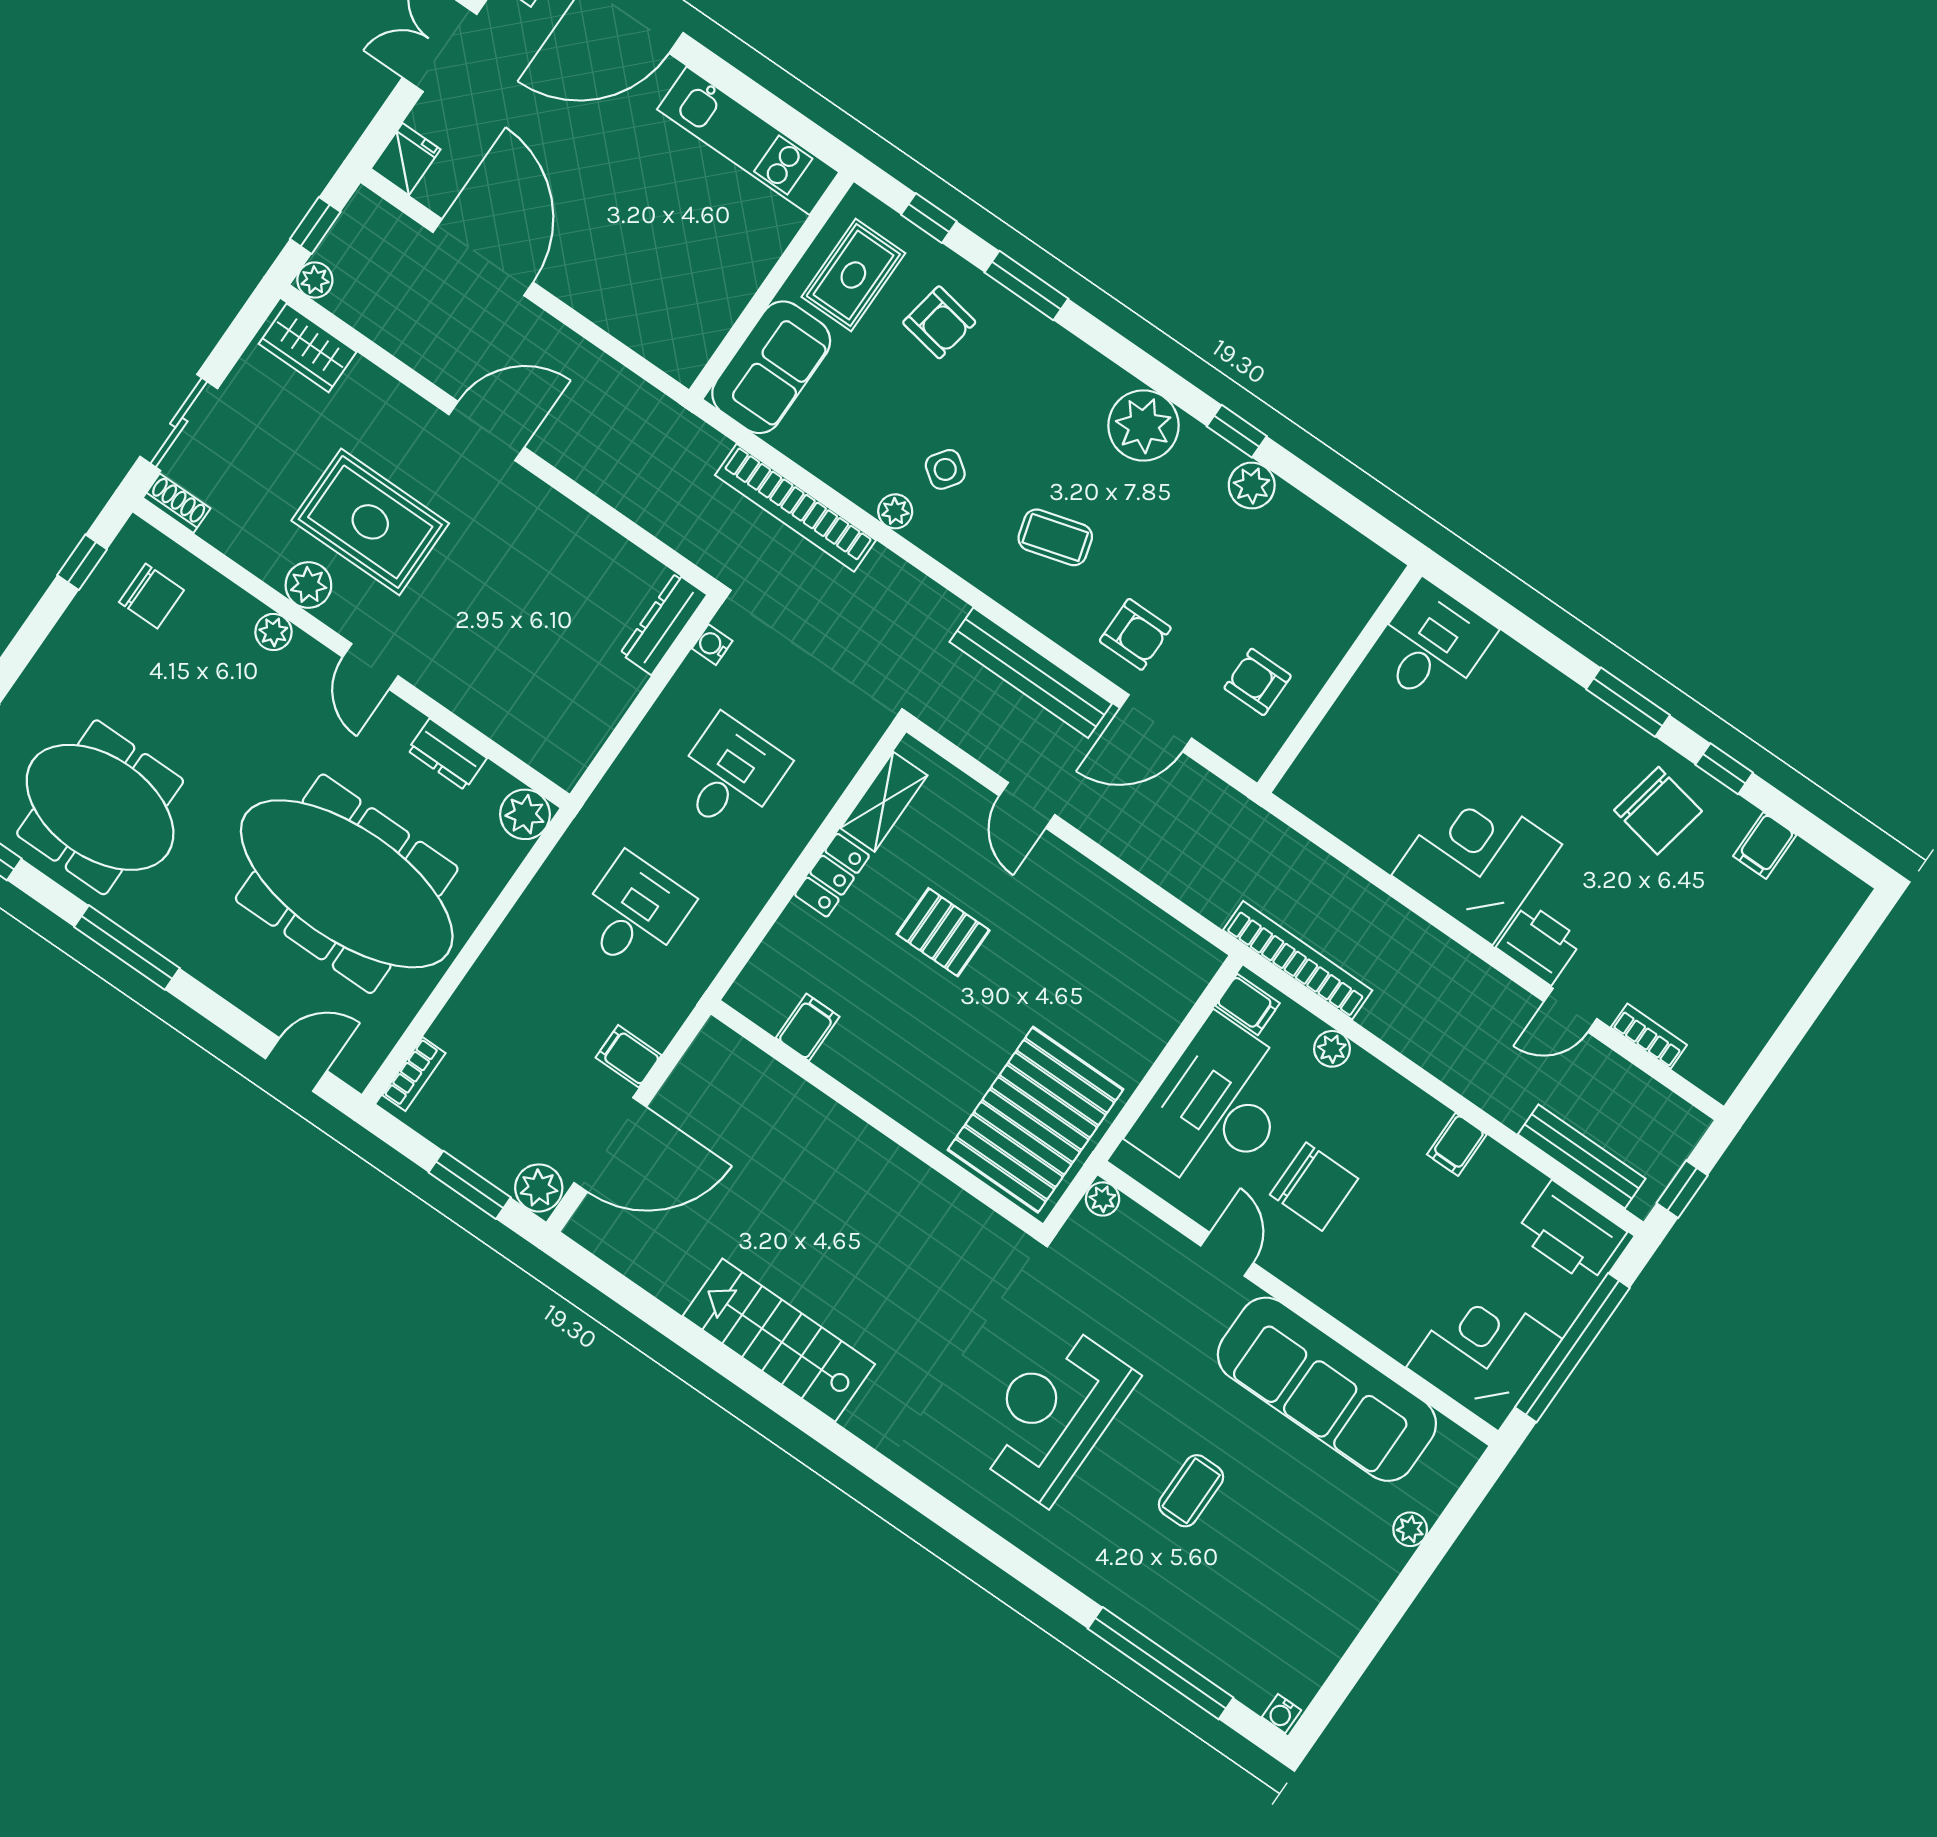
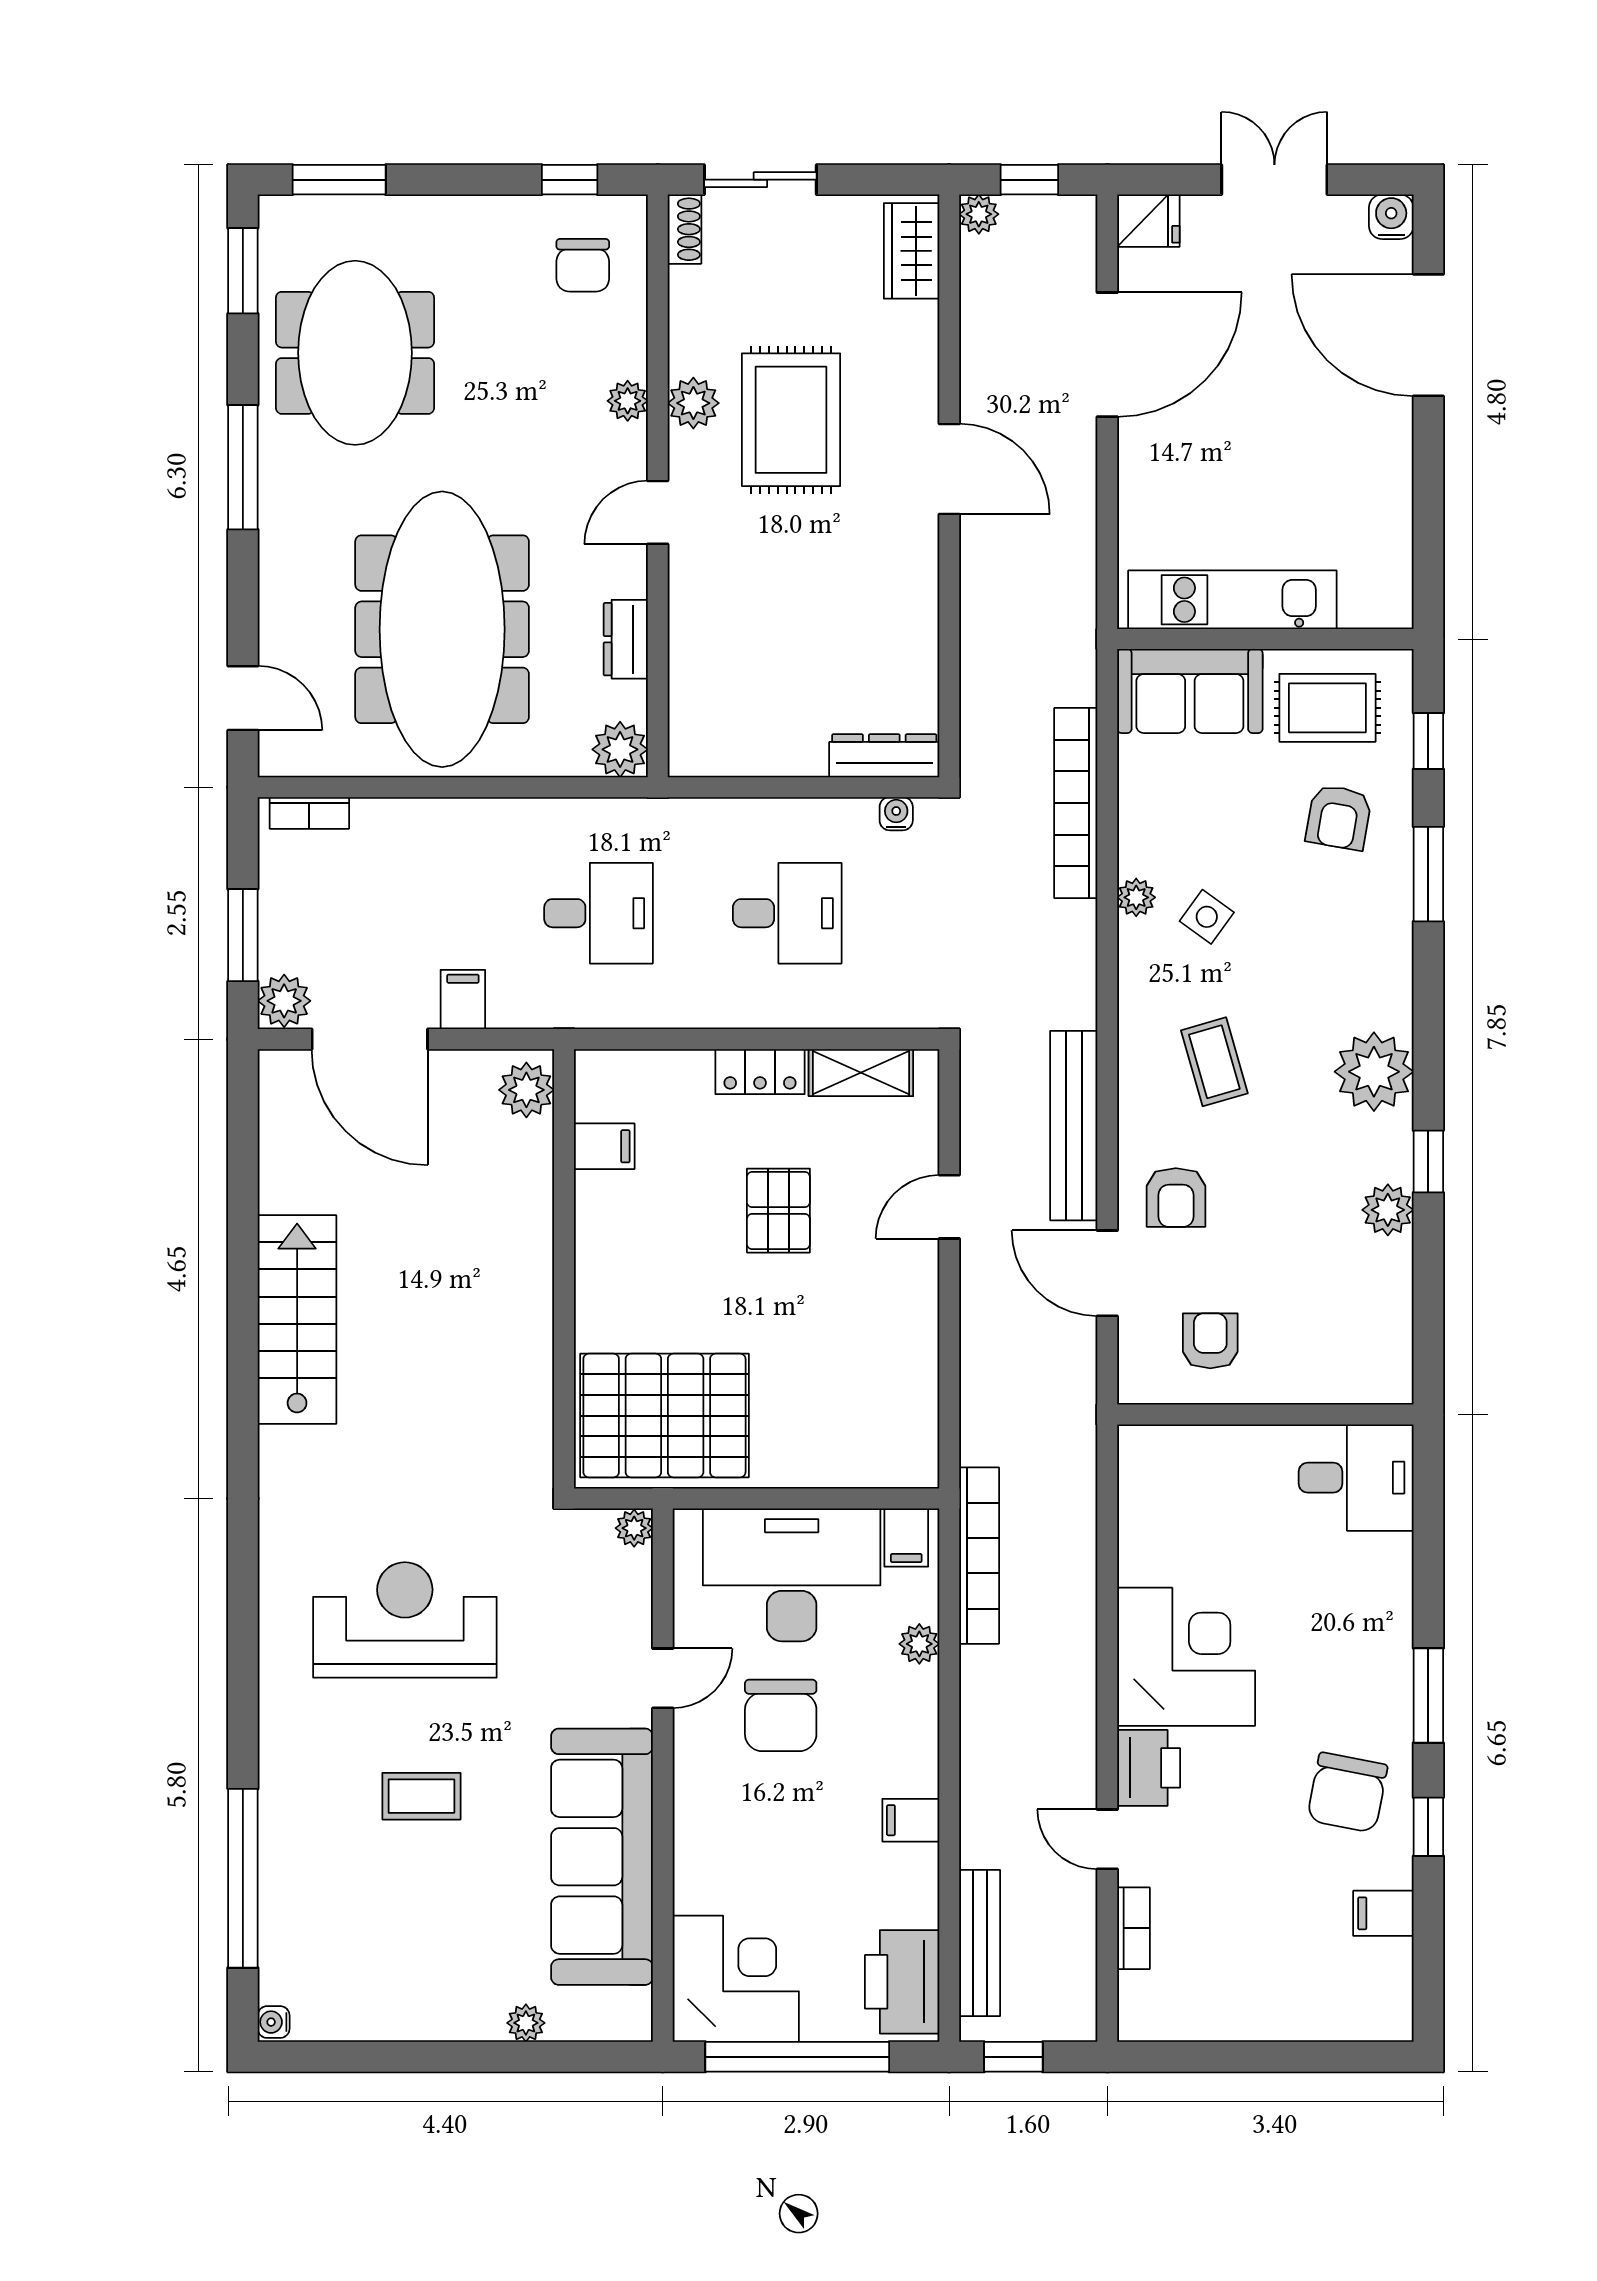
kitchen unit: (748, 141) -> (1232, 600), moved, turned 90
plant: (727, 1056) -> (526, 1090), added

